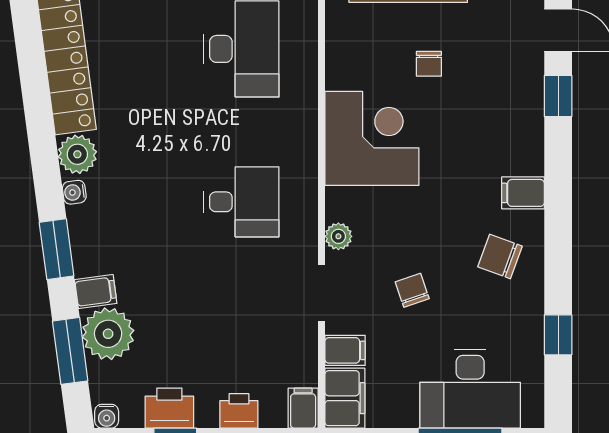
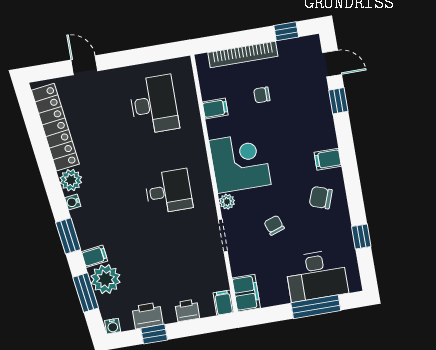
chair: (429, 64) -> (262, 95), turned 90
corner desk: (372, 138) -> (240, 162), moved
filing cabinet: (345, 350) -> (215, 108), moved

